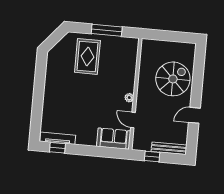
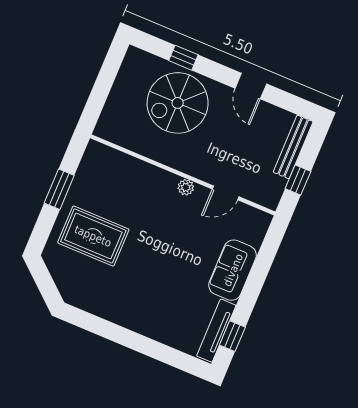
window: (107, 30) -> (59, 189), width x0.69
window: (198, 74) -> (183, 58), added
spiral stairs: (173, 79) -> (178, 103), turned -90
sofa: (114, 139) -> (233, 270), moved

